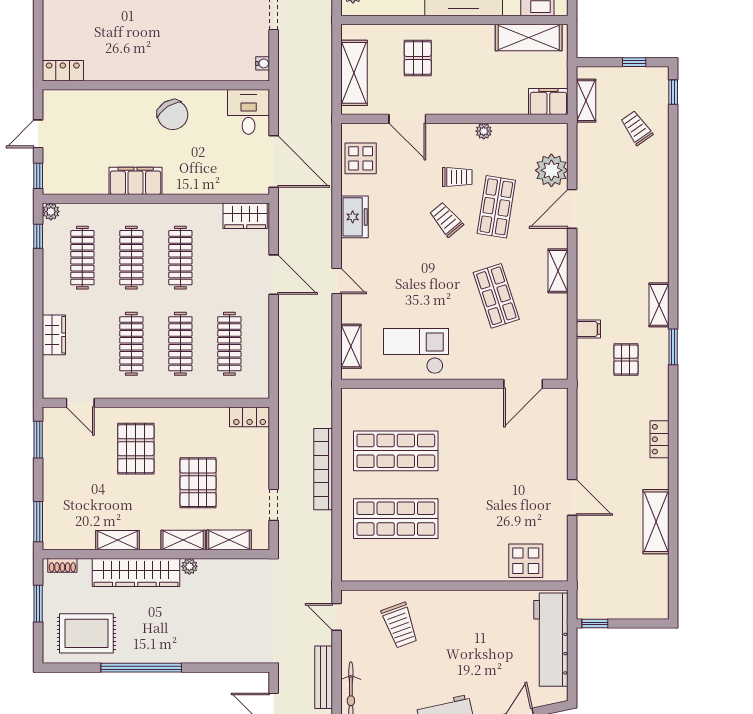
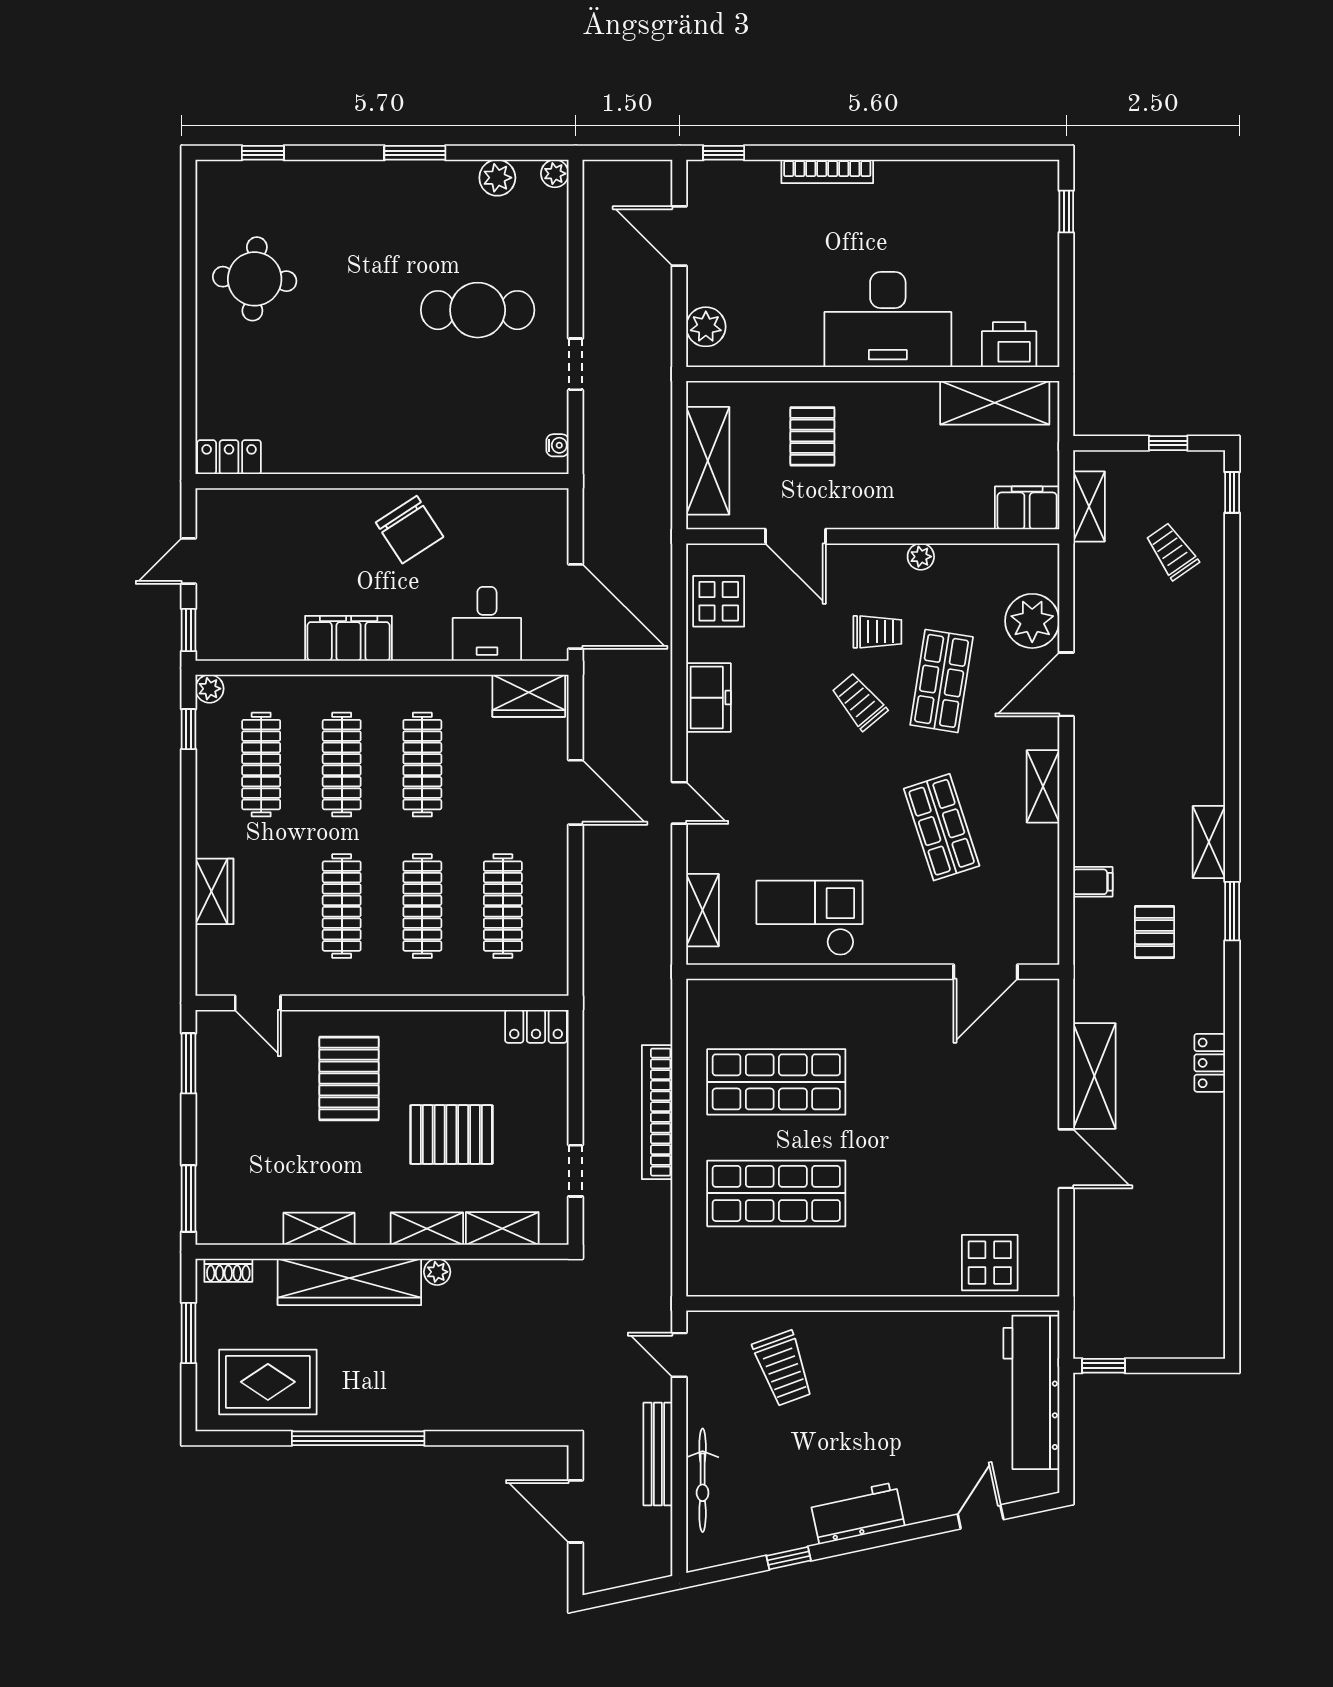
desk: (249, 112) -> (487, 624), moved, turned 180
pallet: (198, 483) -> (451, 1134), turned 90
shelving: (656, 522) -> (1094, 1076), moved

